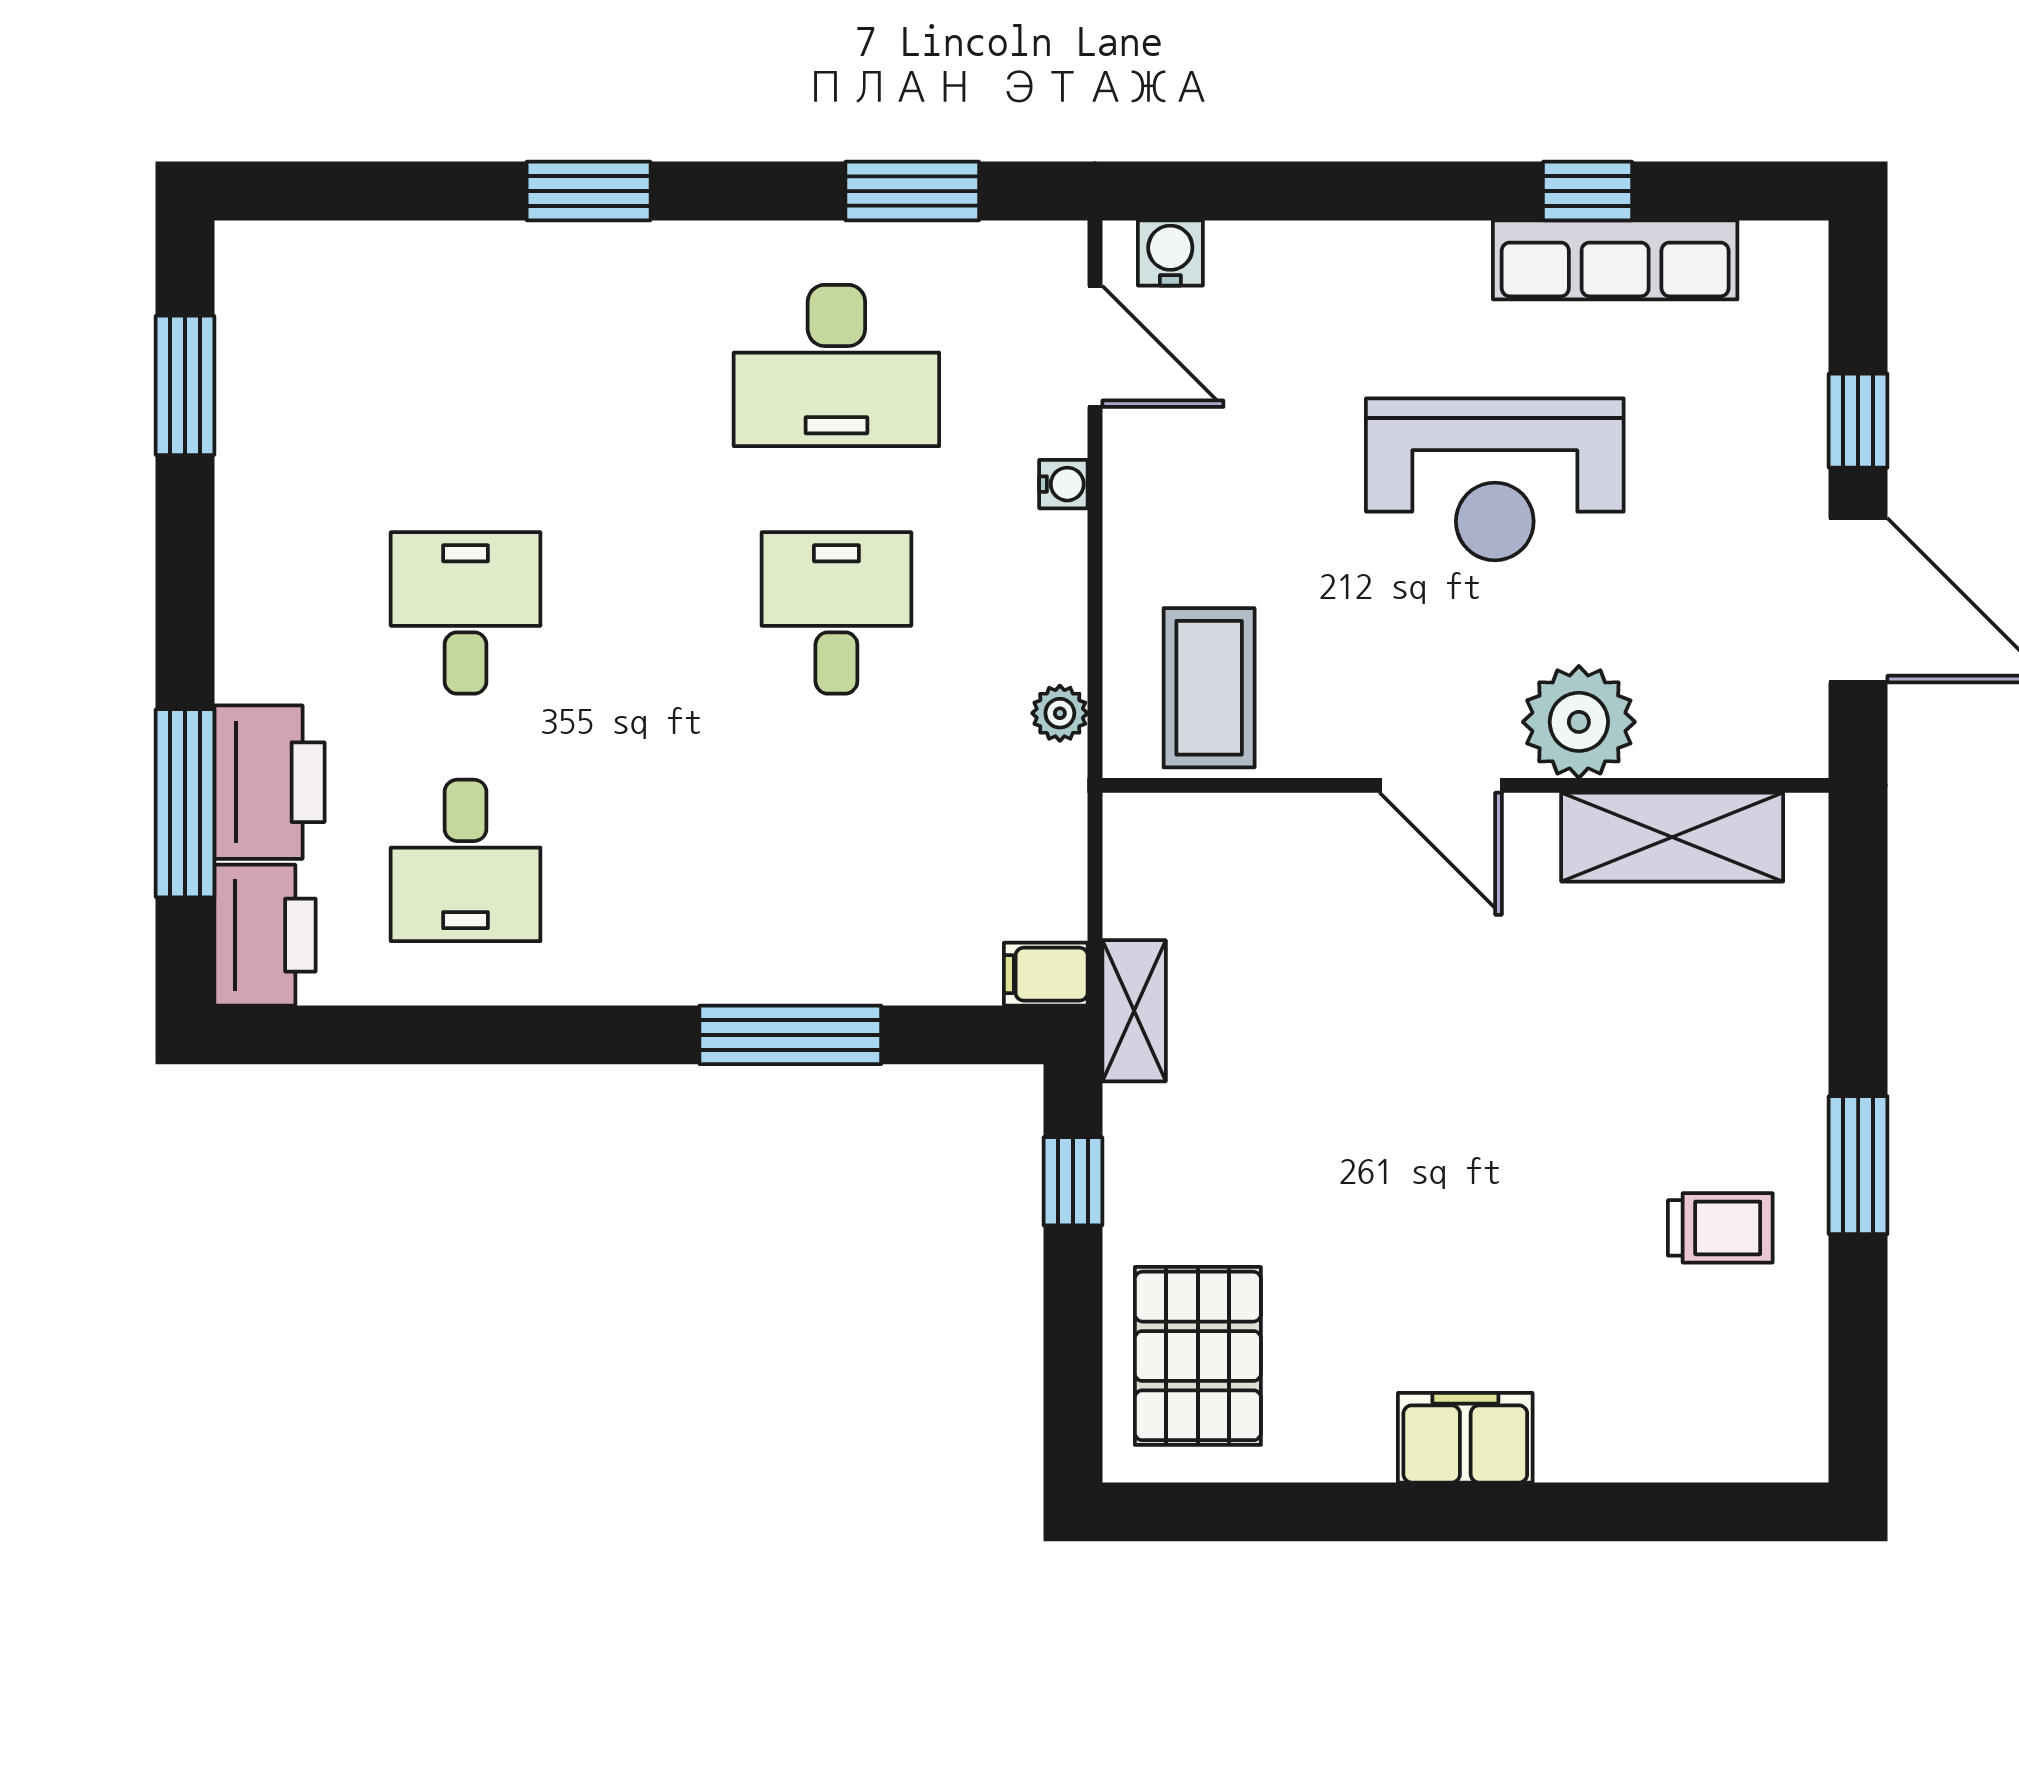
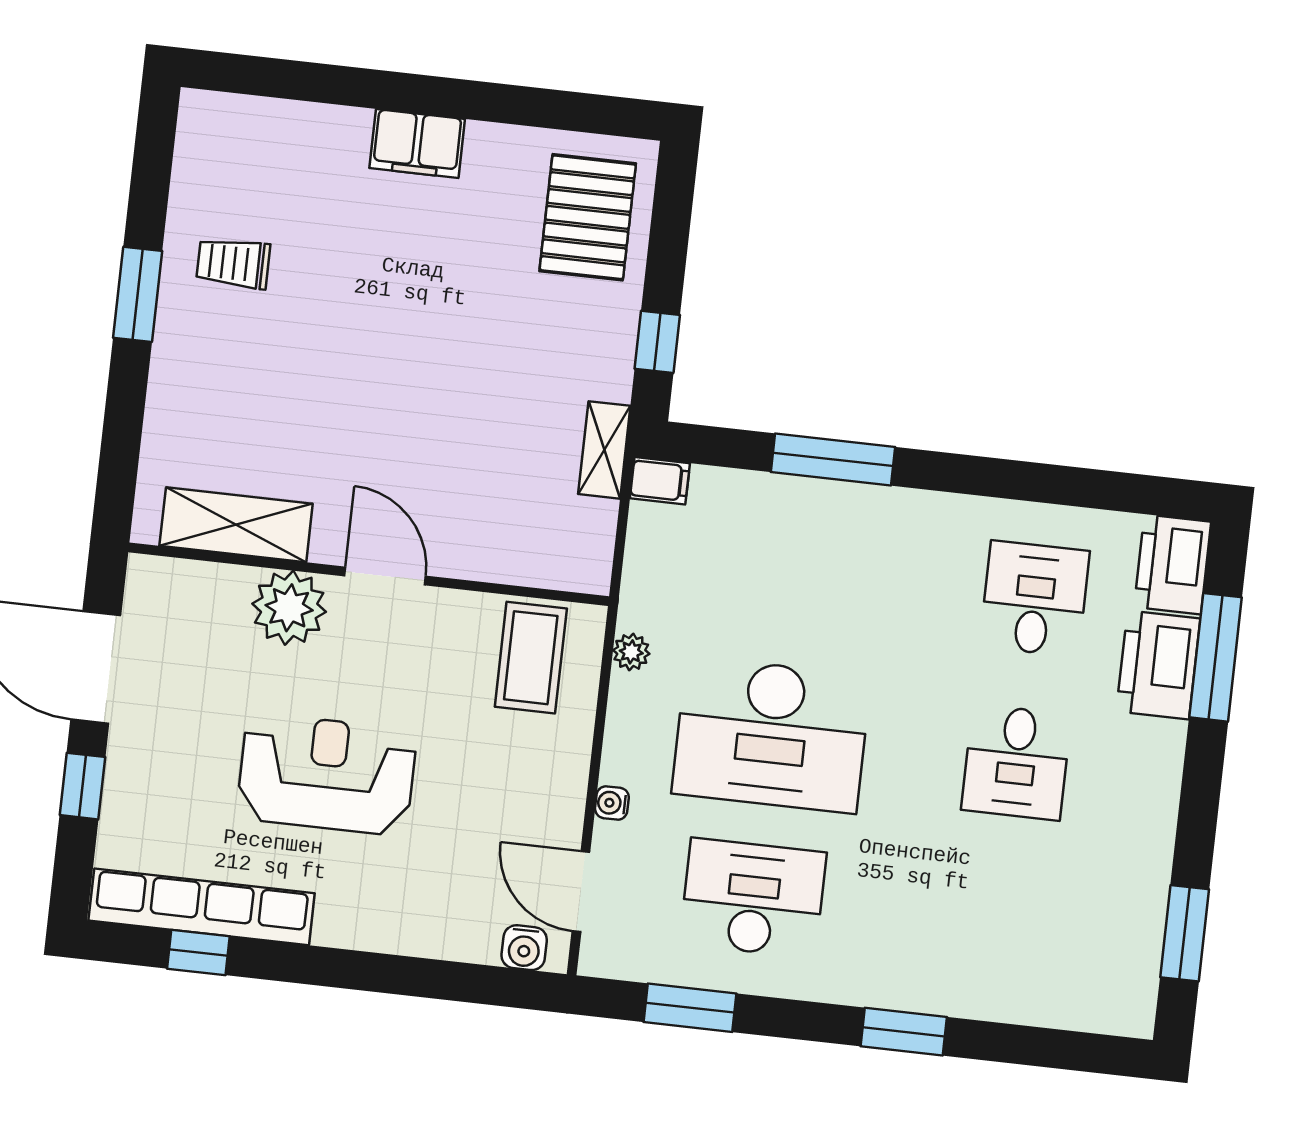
window: (1588, 191) -> (198, 953), moved
row of seats: (1615, 260) -> (202, 907), width x1.36
desk: (836, 613) -> (771, 735), width x1.87, depth x1.30

